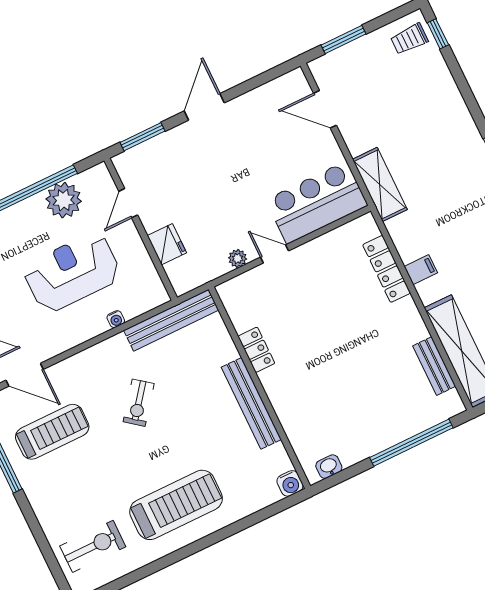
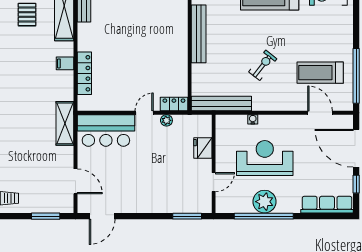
door: (204, 107) -> (102, 216), moved
plant: (64, 200) -> (264, 202), moved
door: (275, 254) -> (144, 113), swing flipped
reception desk: (72, 272) -> (265, 158), turned 180
locker: (256, 350) -> (174, 104), moved, turned 90

